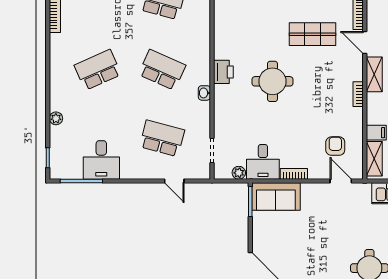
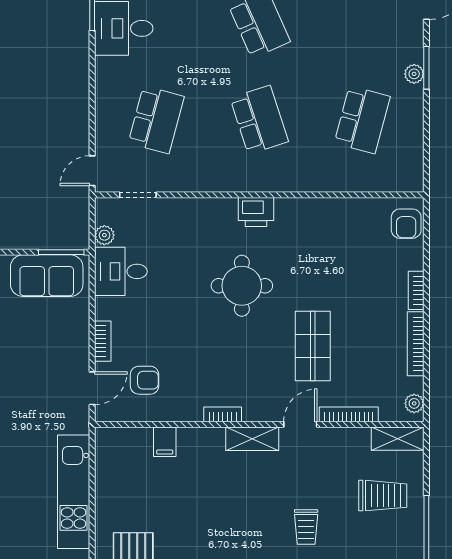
school desk: (162, 70) -> (259, 120), turned -42
washbasin: (204, 93) -> (224, 183), removed
shelving: (374, 159) -> (125, 439), removed
bookcase: (294, 174) -> (103, 341), moved
door: (174, 181) -> (92, 171), moved
sofa: (276, 197) -> (47, 276), moved, turned -90

